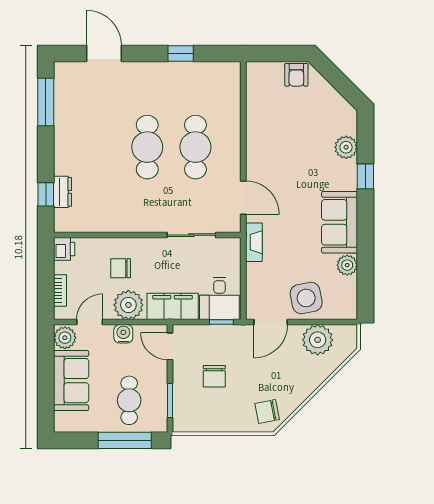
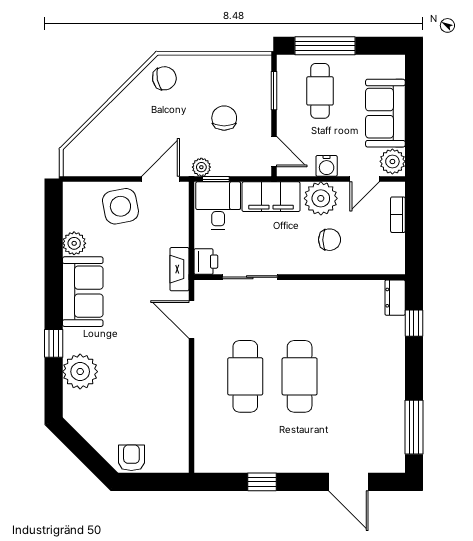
plant: (346, 147) -> (80, 372), width x1.36, depth x1.36
dresser: (63, 192) -> (395, 298), moved
printer: (64, 249) -> (206, 262), moved, turned 180
plant: (318, 340) -> (201, 167), moved, width x0.53, depth x0.53

